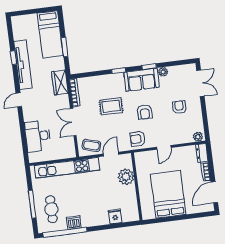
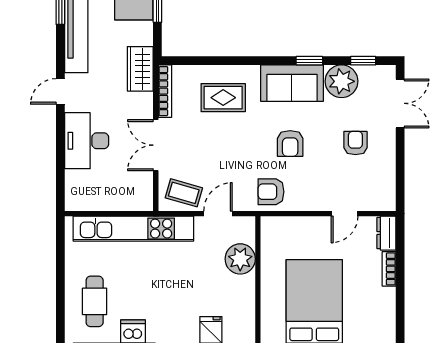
window: (119, 71) -> (363, 61), moved
plant: (163, 72) -> (341, 81), width x1.87, depth x1.87
rug: (111, 106) -> (223, 98), moved
desk: (38, 136) -> (87, 141), moved
plant: (198, 137) -> (383, 202), removed
door: (164, 147) -> (345, 214), moved
door: (214, 192) -> (400, 309), removed
window: (32, 204) -> (60, 288), removed

